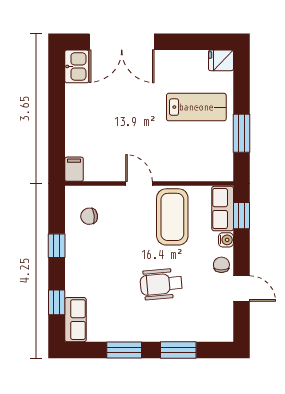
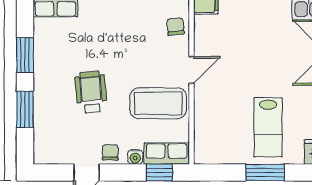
window: (242, 133) -> (265, 172), moved
chair: (89, 216) -> (175, 26), moved
chair: (221, 265) -> (110, 152), turned -90

